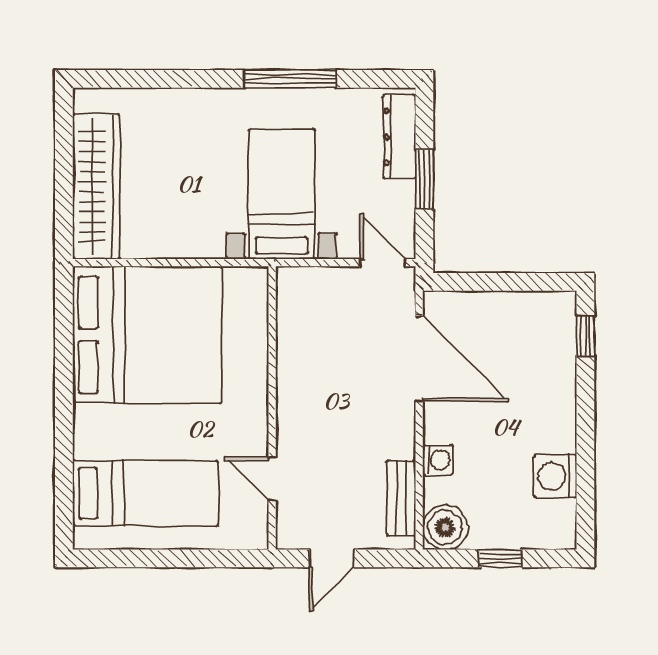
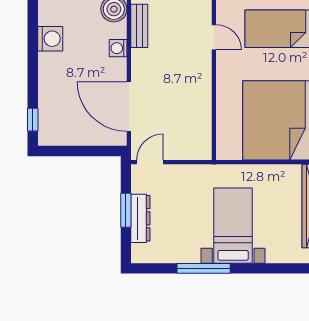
dresser: (399, 137) -> (140, 218), moved
bed with nightstands: (282, 194) -> (233, 226), moved, turned 180
door: (383, 263) -> (150, 162), swing flipped

